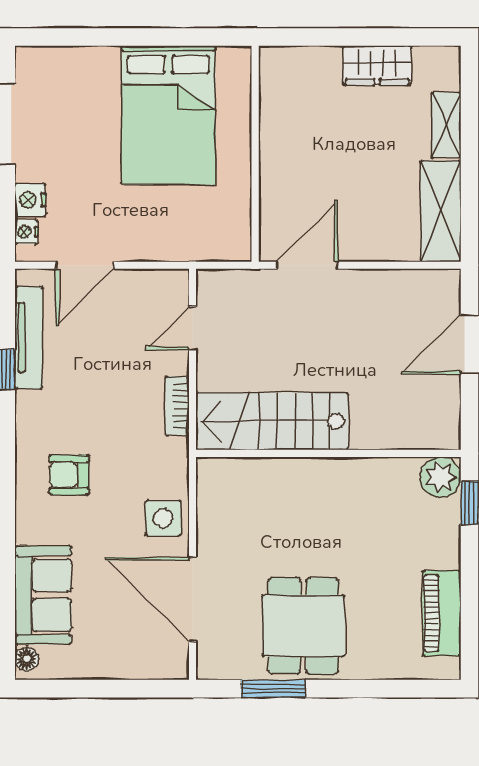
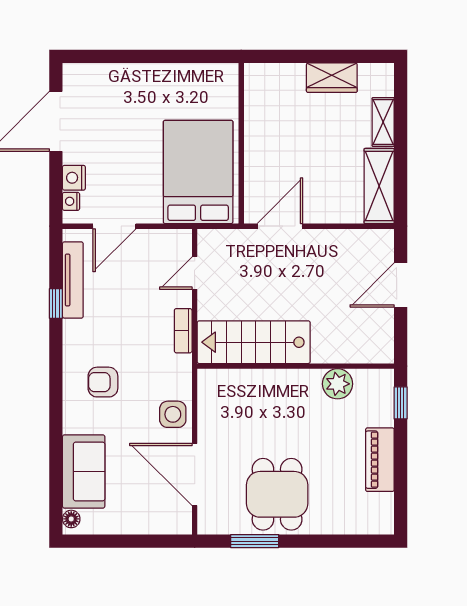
bed: (169, 115) -> (198, 172), moved, turned 180
plant: (440, 477) -> (338, 384), moved
piano: (442, 613) -> (380, 460), moved

